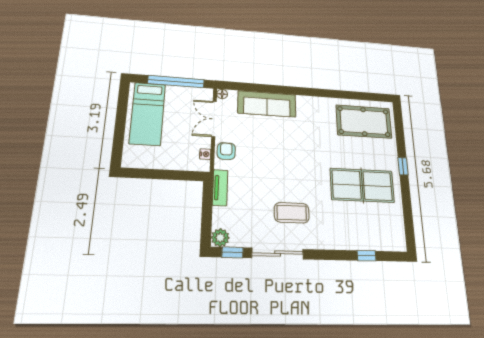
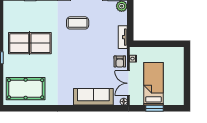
window: (176, 82) -> (154, 108), width x0.47
bed: (147, 114) -> (154, 84), moved
double door: (214, 119) -> (128, 83), swing flipped

